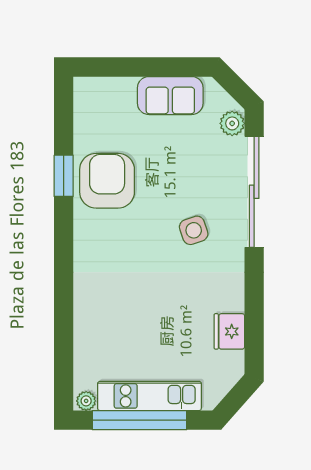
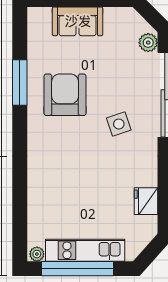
sofa: (170, 96) -> (78, 21), moved
window: (64, 176) -> (20, 82), width x1.44
armchair: (107, 181) -> (65, 95), moved

